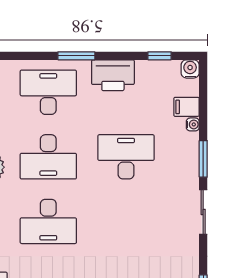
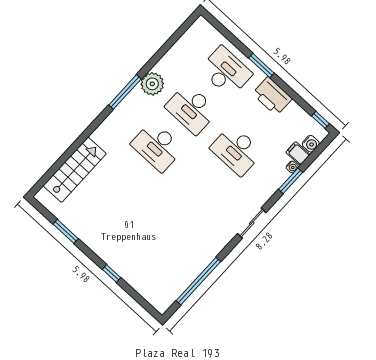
window: (160, 56) -> (320, 120), moved
water cooler: (190, 69) -> (311, 144), moved, turned 90
desk: (126, 157) -> (236, 150), turned 180
window: (203, 159) -> (291, 181), moved

